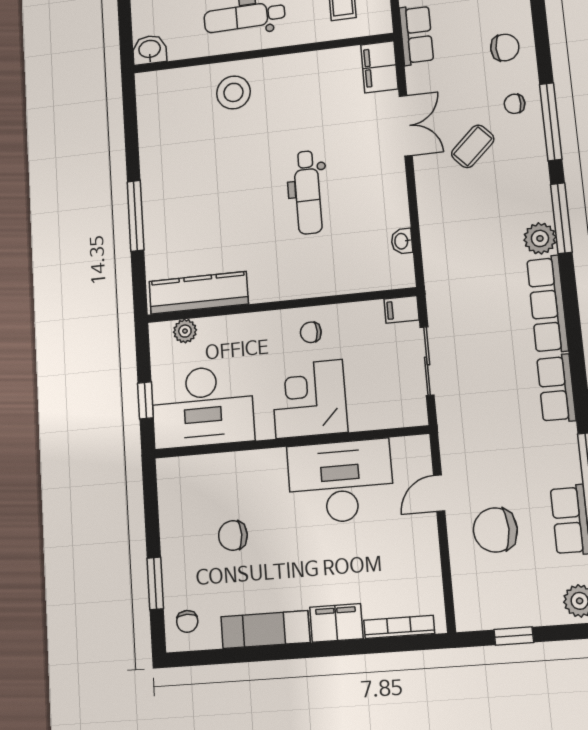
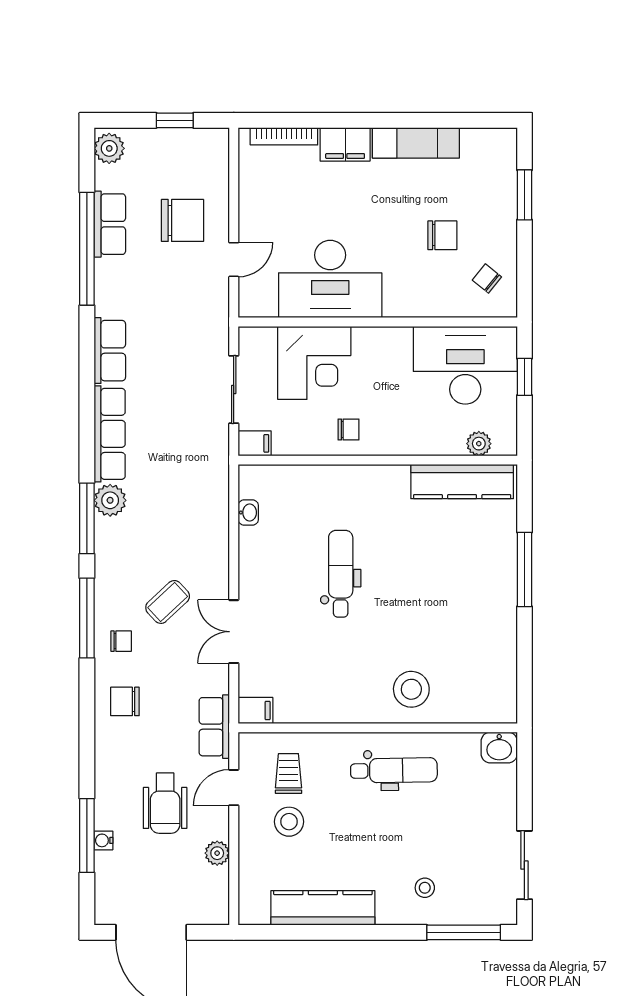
filing cabinet: (379, 67) -> (255, 711), width x0.50
corner desk: (309, 399) -> (314, 363), moved
chair: (187, 621) -> (487, 279), moved, turned -51

